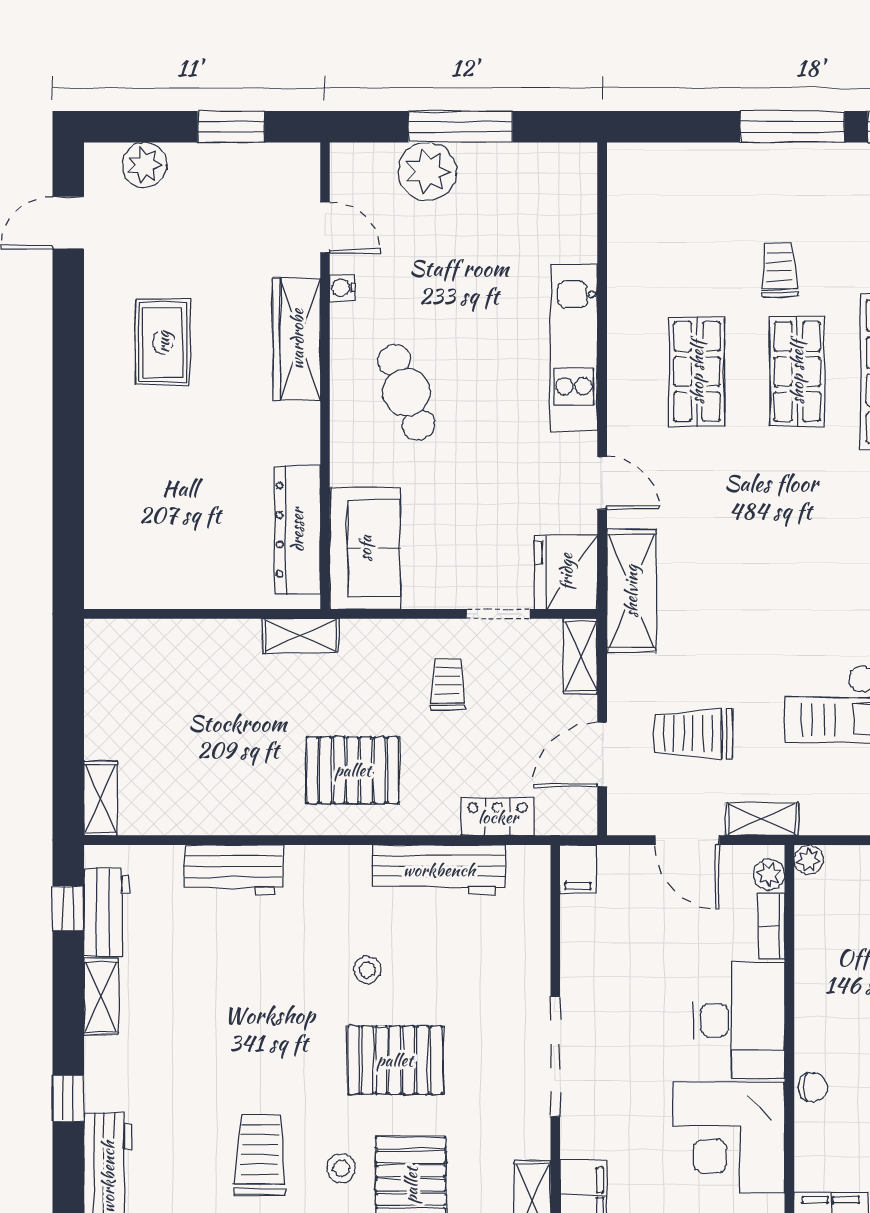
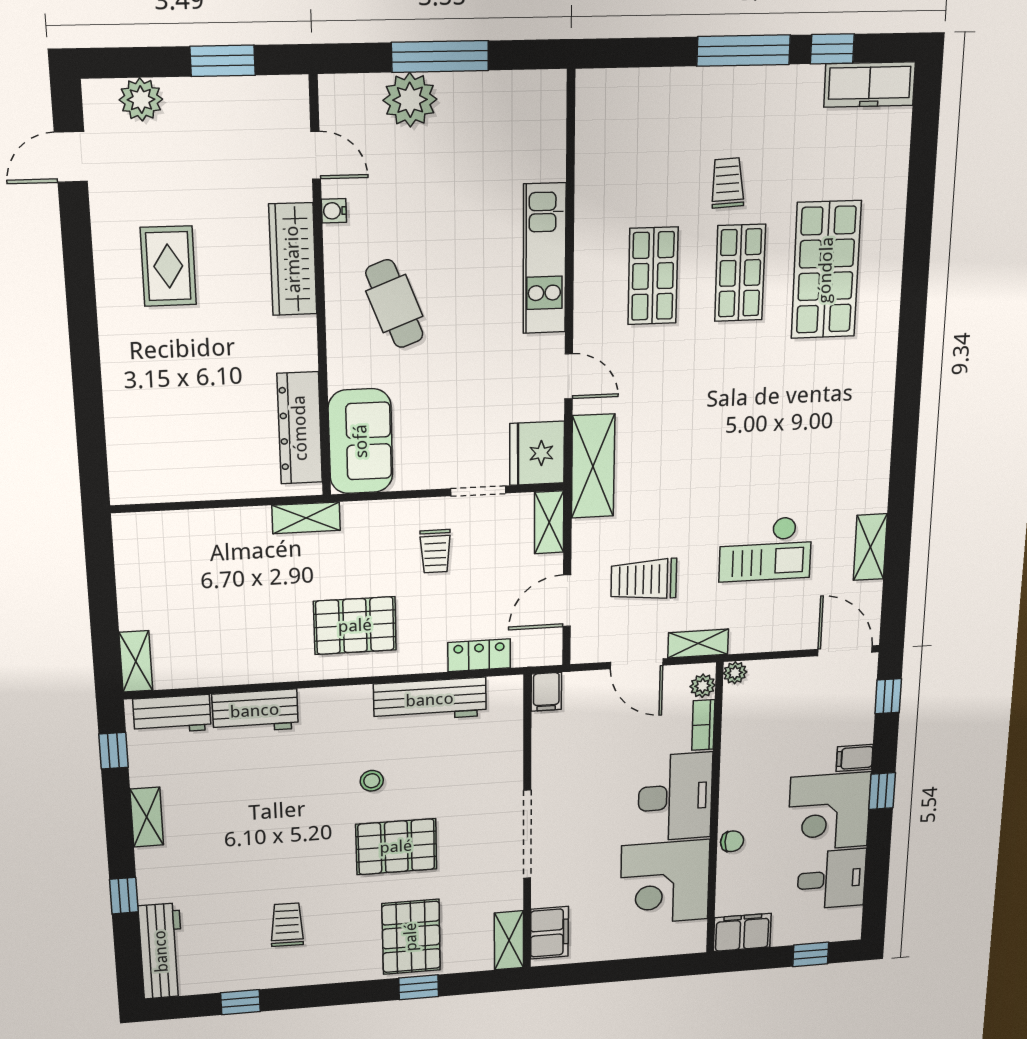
trolley: (448, 684) -> (435, 551), turned 180
workbench: (106, 912) -> (172, 714), moved, turned 90
trolley: (260, 1155) -> (287, 925), width x0.73, depth x0.72
stool: (341, 1168) -> (354, 929), removed

